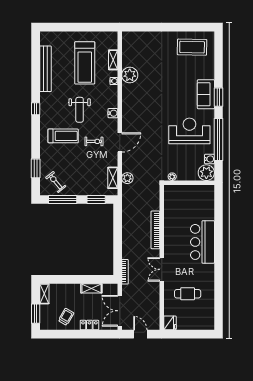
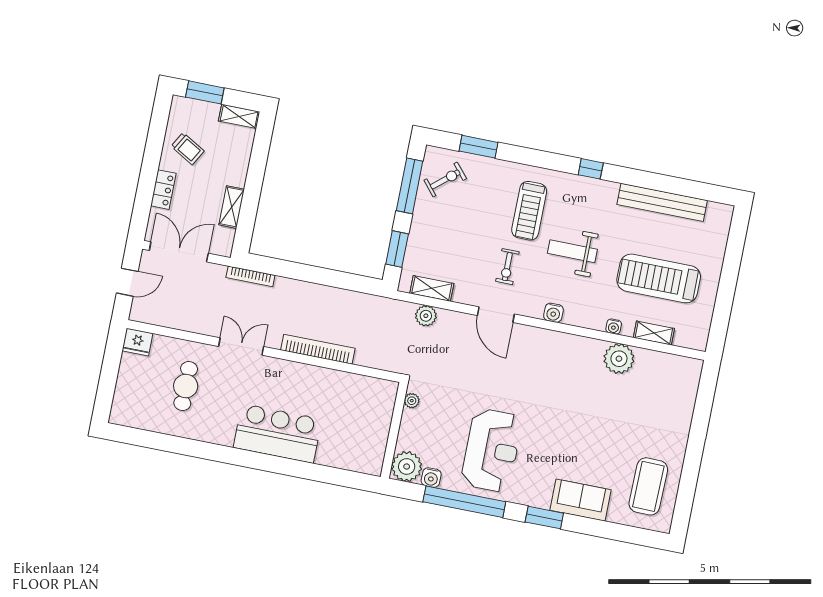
sofa: (206, 94) -> (581, 500), moved

